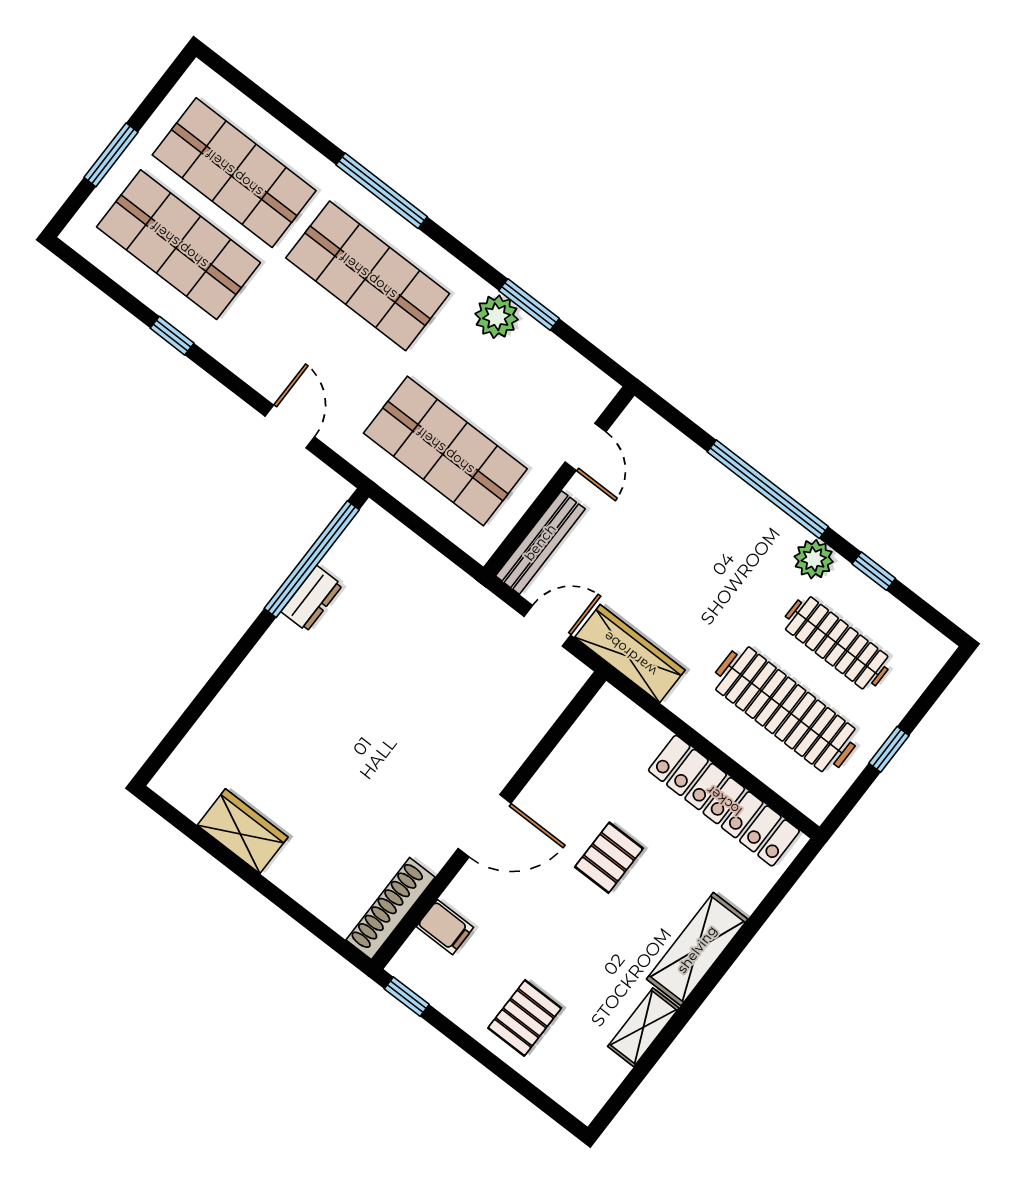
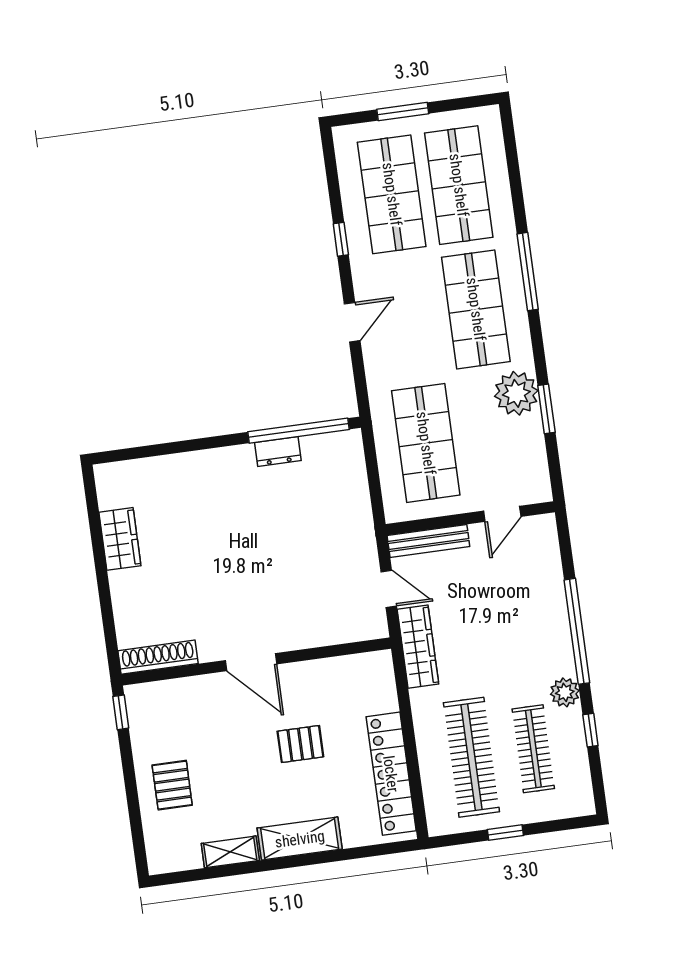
plant: (497, 317) -> (516, 393), width x1.36, depth x1.36
door: (290, 427) -> (352, 322), moved
filing cabinet: (445, 927) -> (177, 695), removed
pallet: (525, 1018) -> (172, 785), turned 90

